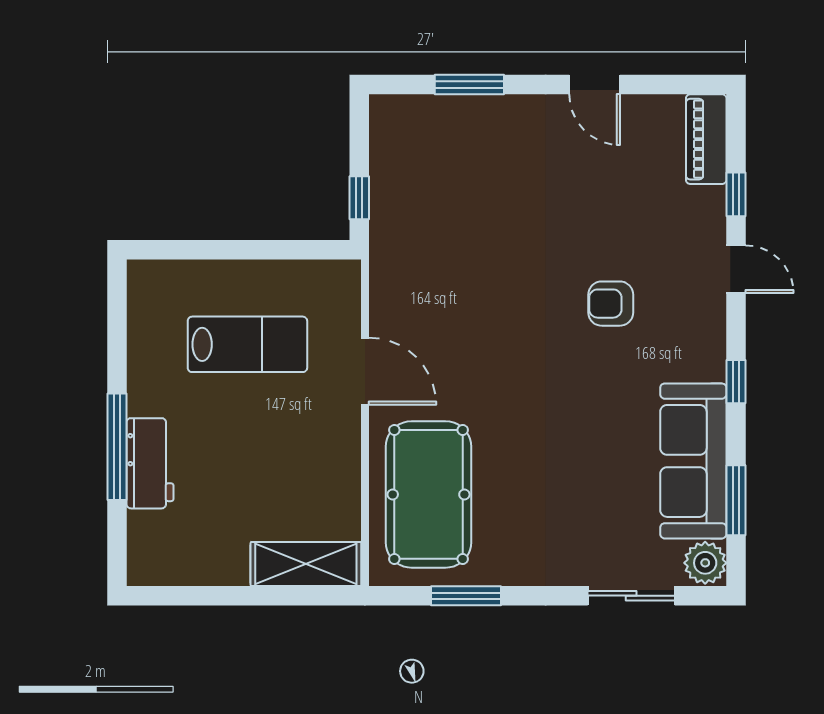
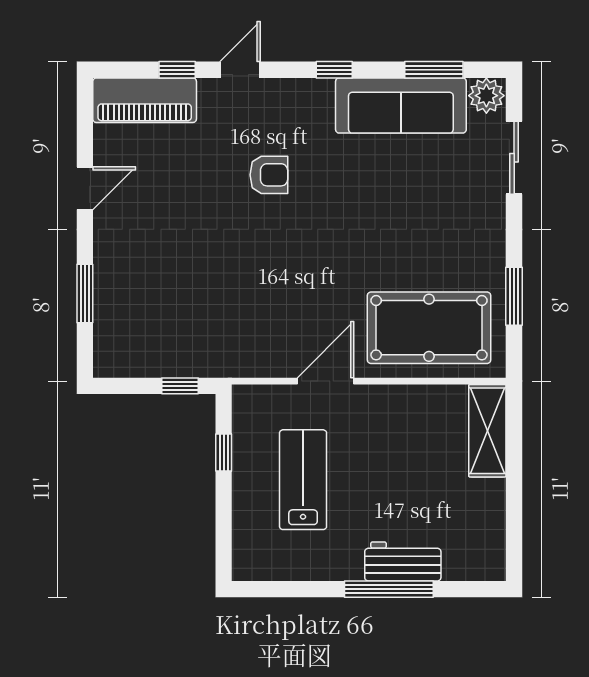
piano: (706, 139) -> (145, 100), width x1.37, depth x1.33
window: (280, 250) -> (224, 452), added
armchair: (611, 304) -> (269, 175), turned -90

